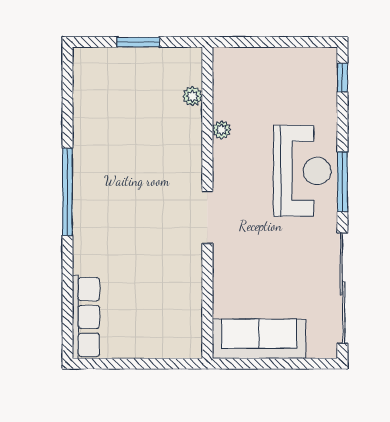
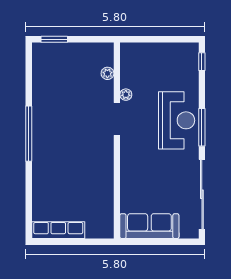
window: (138, 42) -> (54, 39), moved
doorway: (207, 217) -> (117, 119), moved
row of seats: (86, 317) -> (58, 230), moved, turned -90

